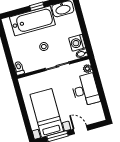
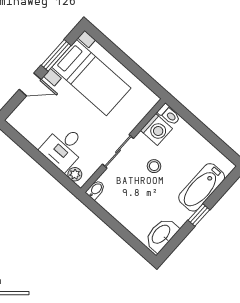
bathtub: (32, 21) -> (202, 187), width x0.73, depth x0.73
washing machine: (77, 43) -> (156, 129), moved, turned 90
desk: (85, 90) -> (64, 148), width x0.73

